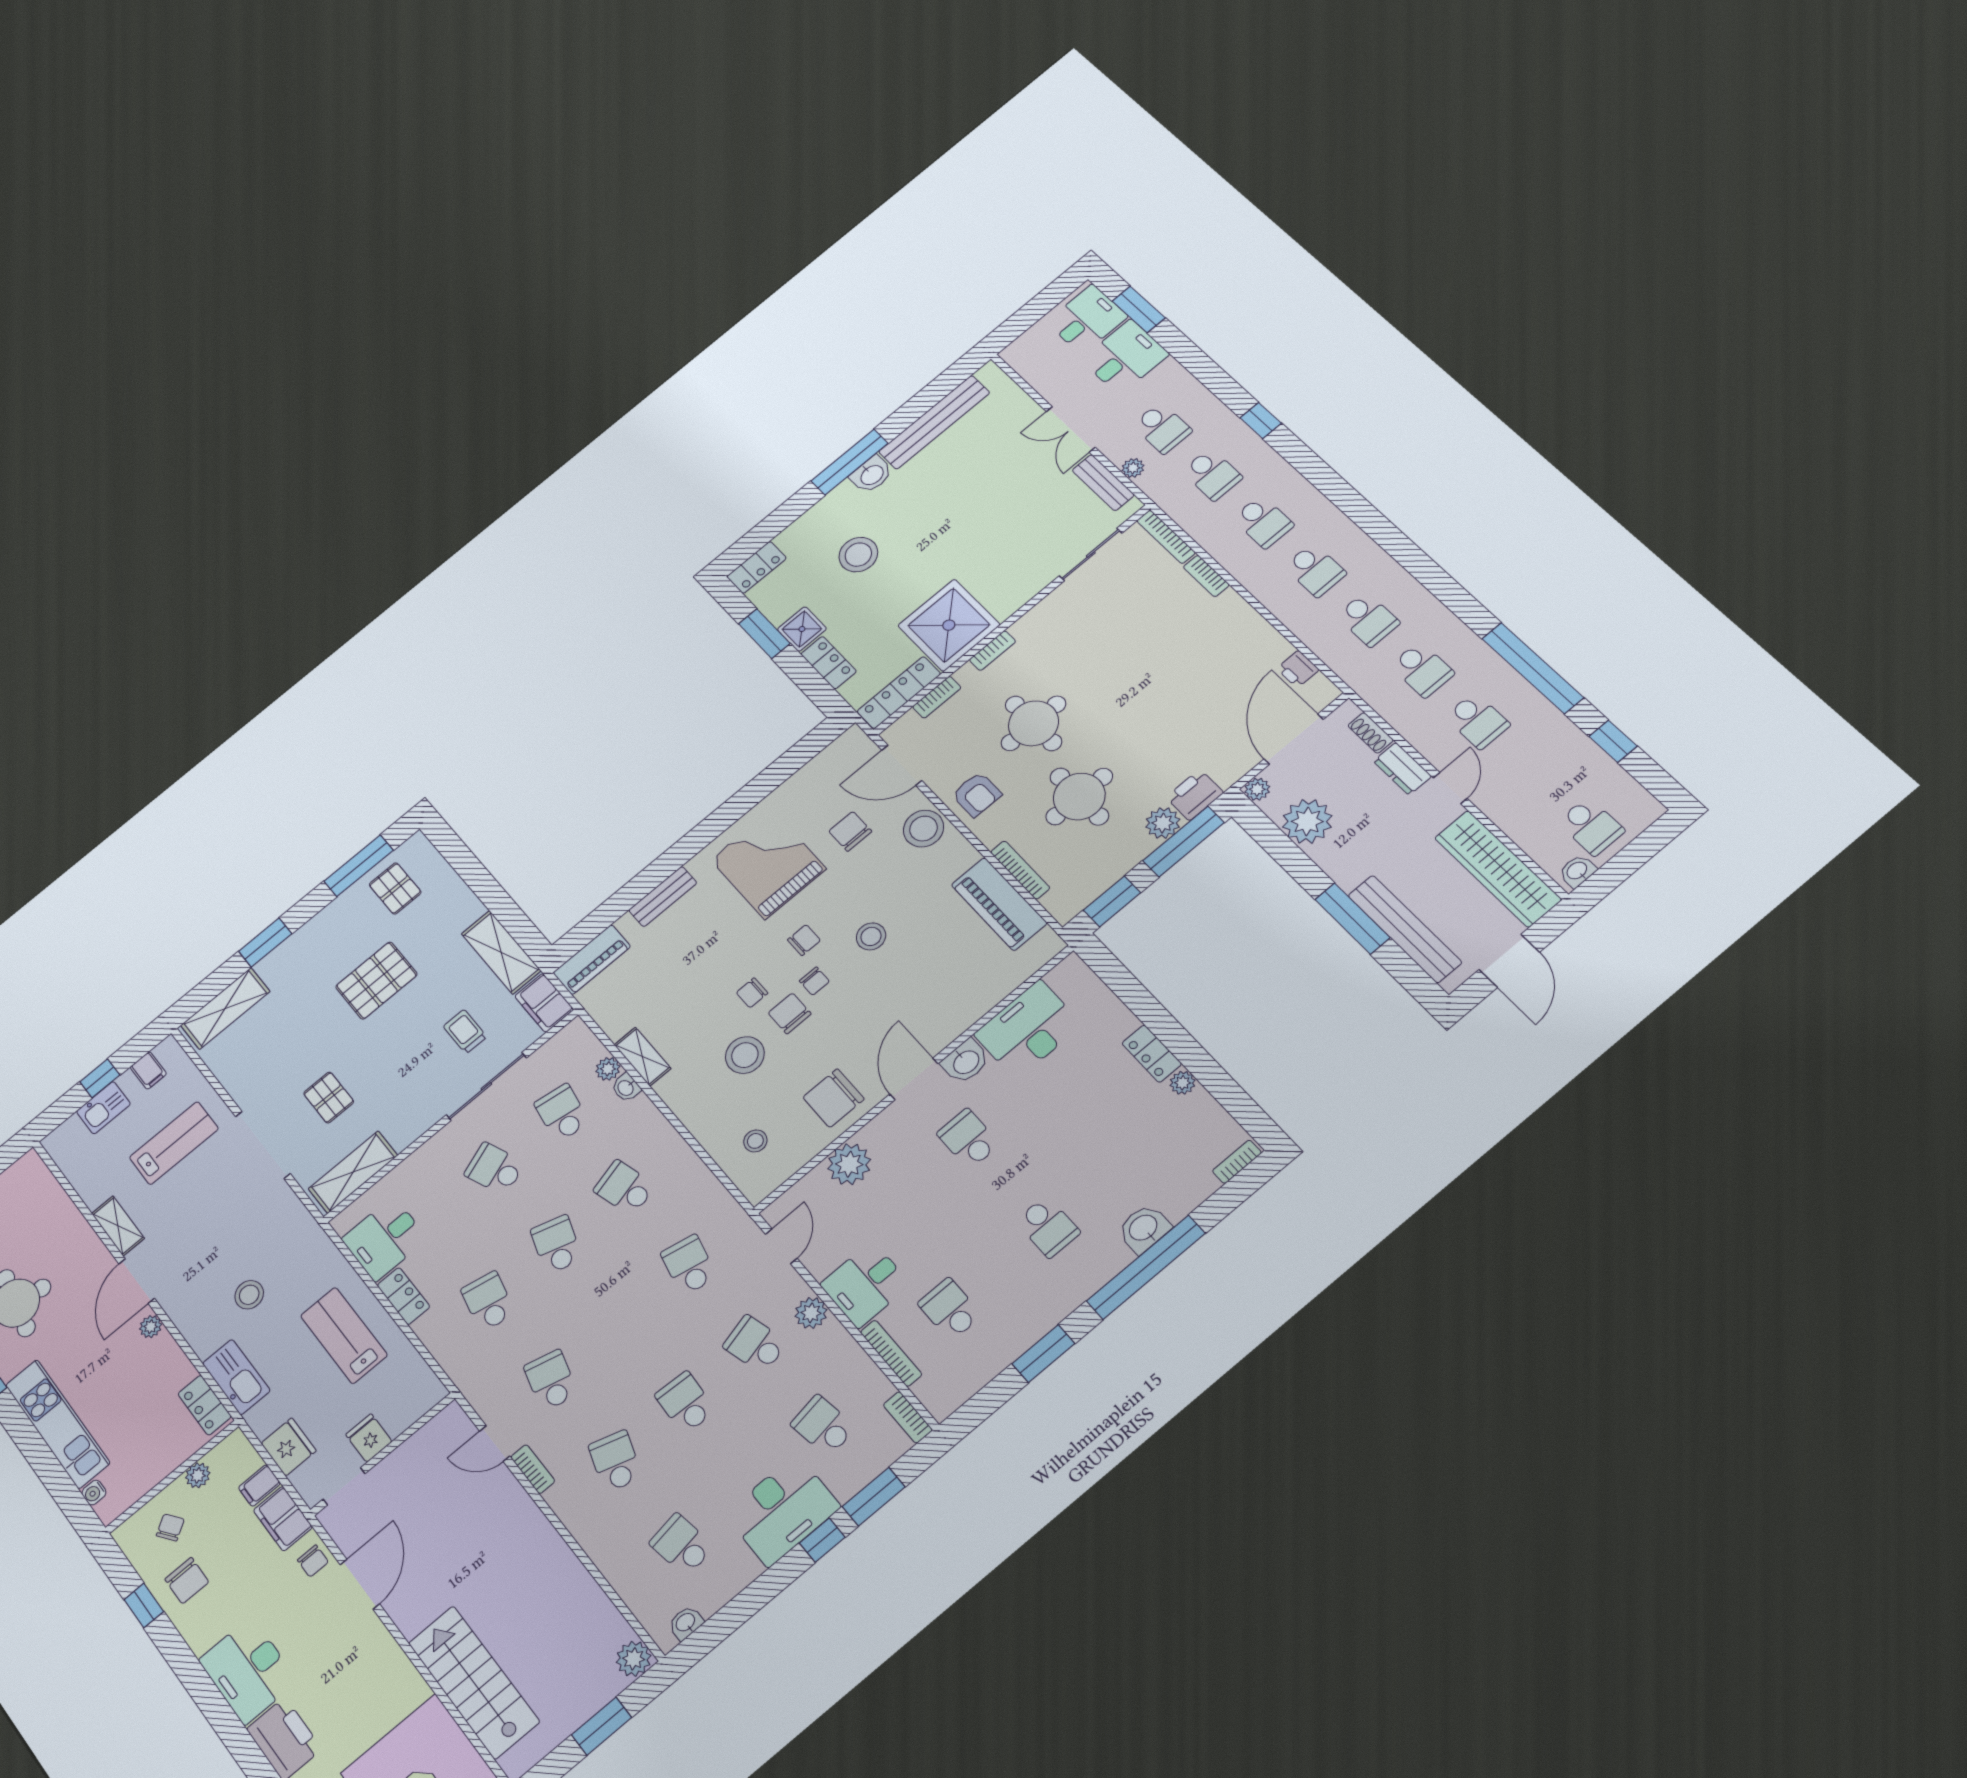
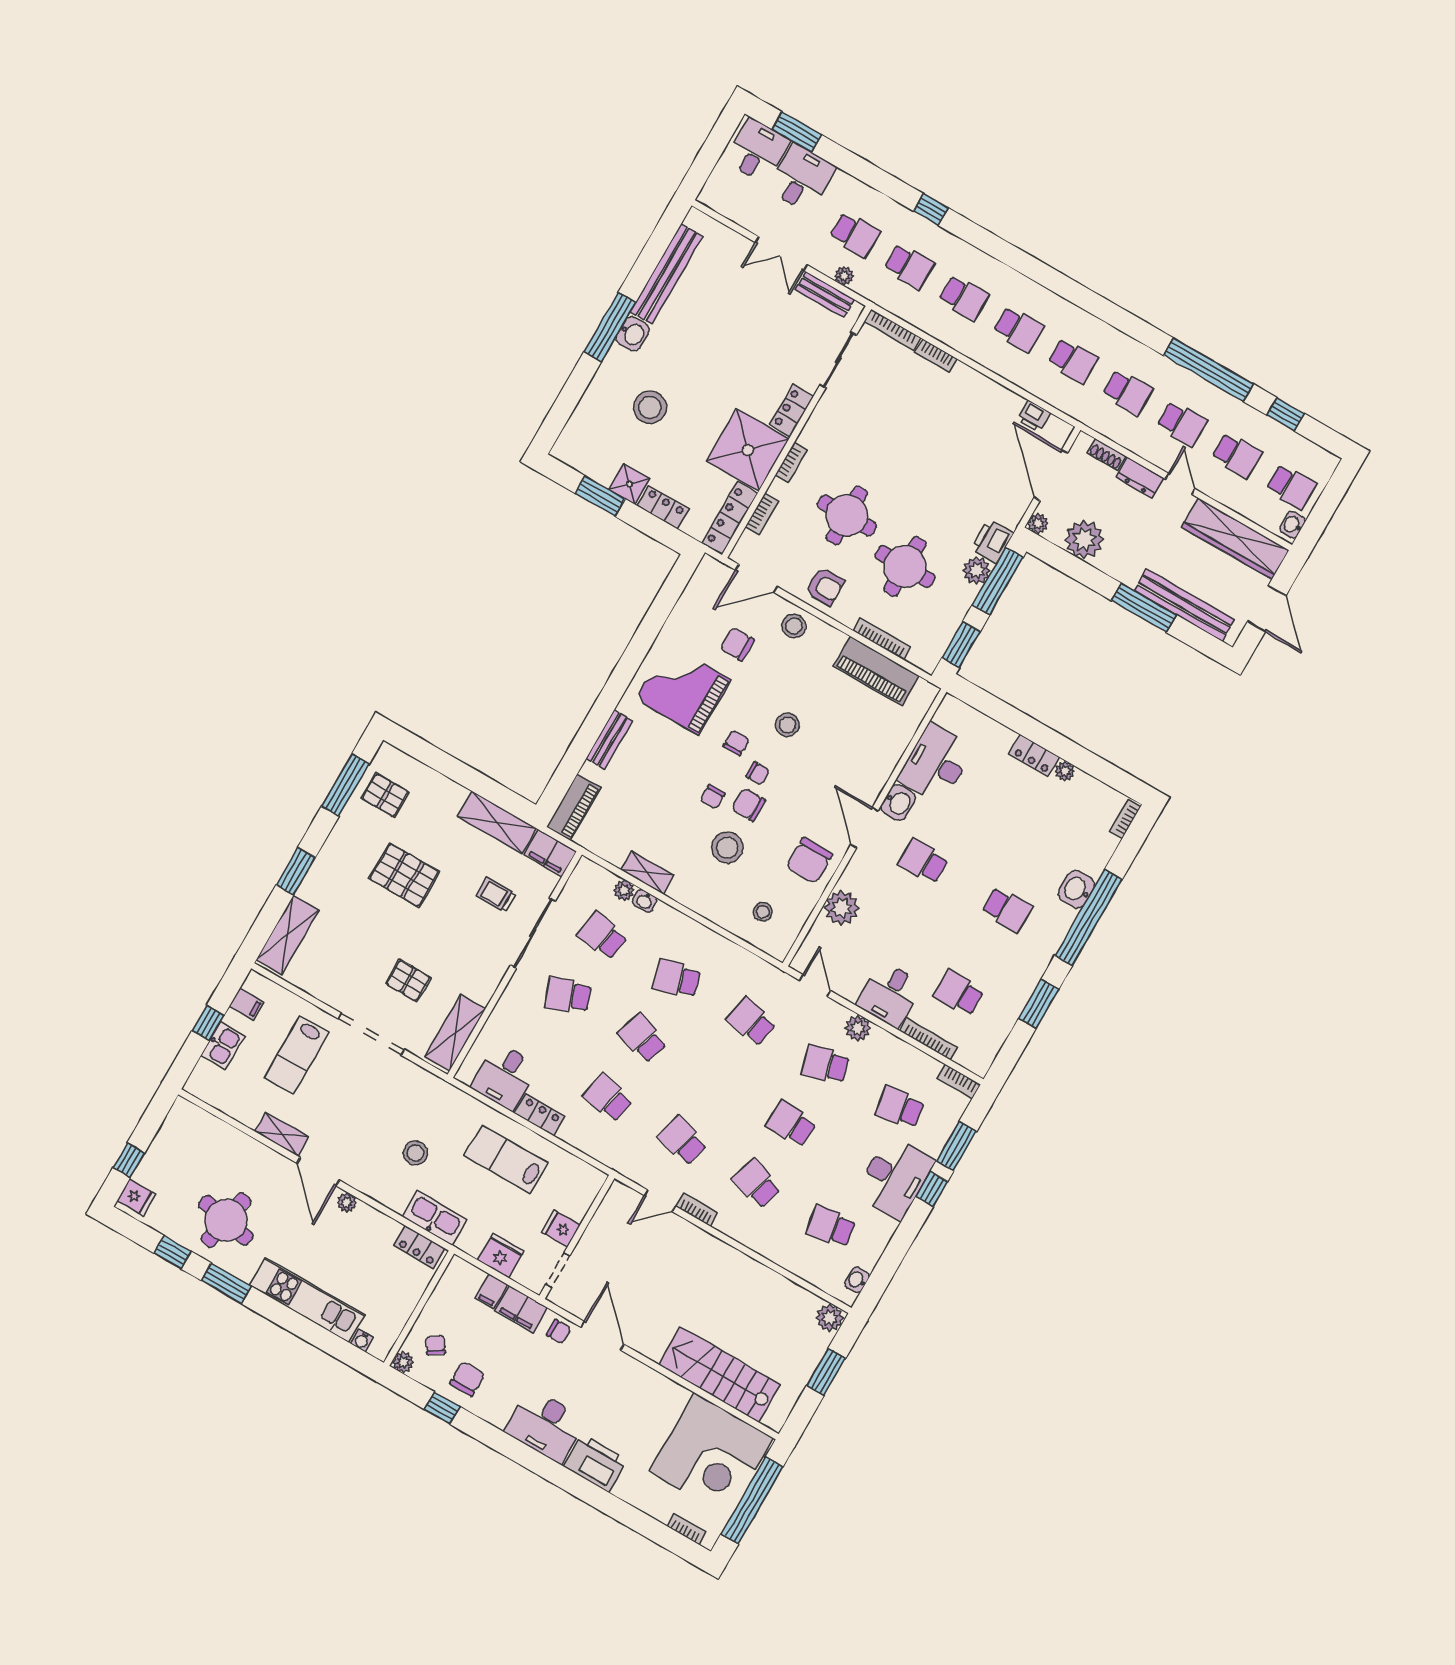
locker: (757, 567) -> (792, 411), moved, turned 180
school desk: (1534, 773) -> (1237, 455), added
stool: (924, 829) -> (794, 626), width x0.73, depth x0.73
pallet: (376, 981) -> (404, 875), turned 90
lab bench: (174, 1143) -> (296, 1055), turned 180
plant: (198, 1475) -> (403, 1362), moved
chair: (187, 1581) -> (467, 1379), turned -90

